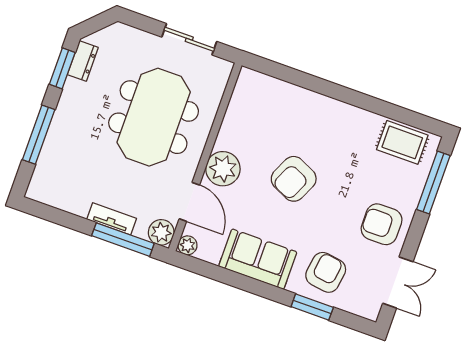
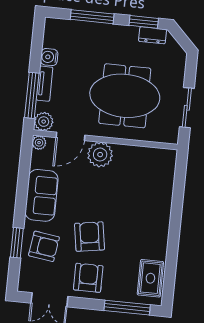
armchair: (294, 179) -> (90, 237), moved, turned 56
water cooler: (78, 204) -> (49, 57), added

